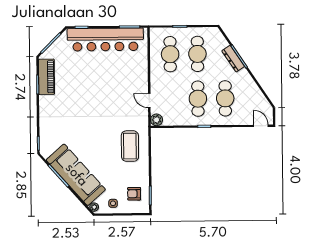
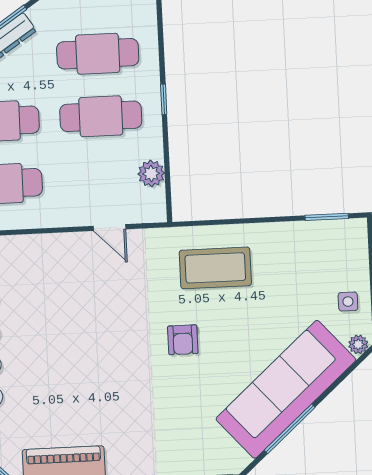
door: (149, 101) -> (109, 228), hinge flipped
plant: (157, 120) -> (151, 174), moved
armchair: (134, 194) -> (183, 340), moved

